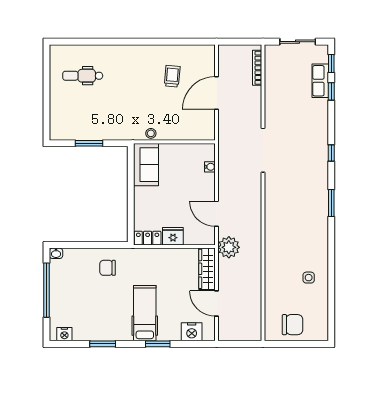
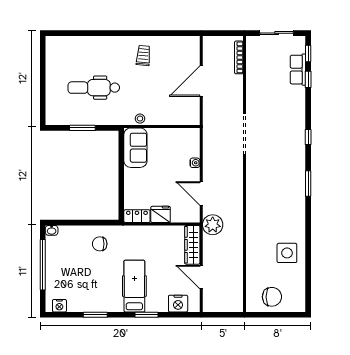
dental chair: (83, 76) -> (94, 88), moved, width x1.36, depth x1.38
trolley: (172, 76) -> (143, 56), moved
water cooler: (210, 167) -> (195, 163), moved
side table: (309, 278) -> (287, 253), width x1.87, depth x1.87

